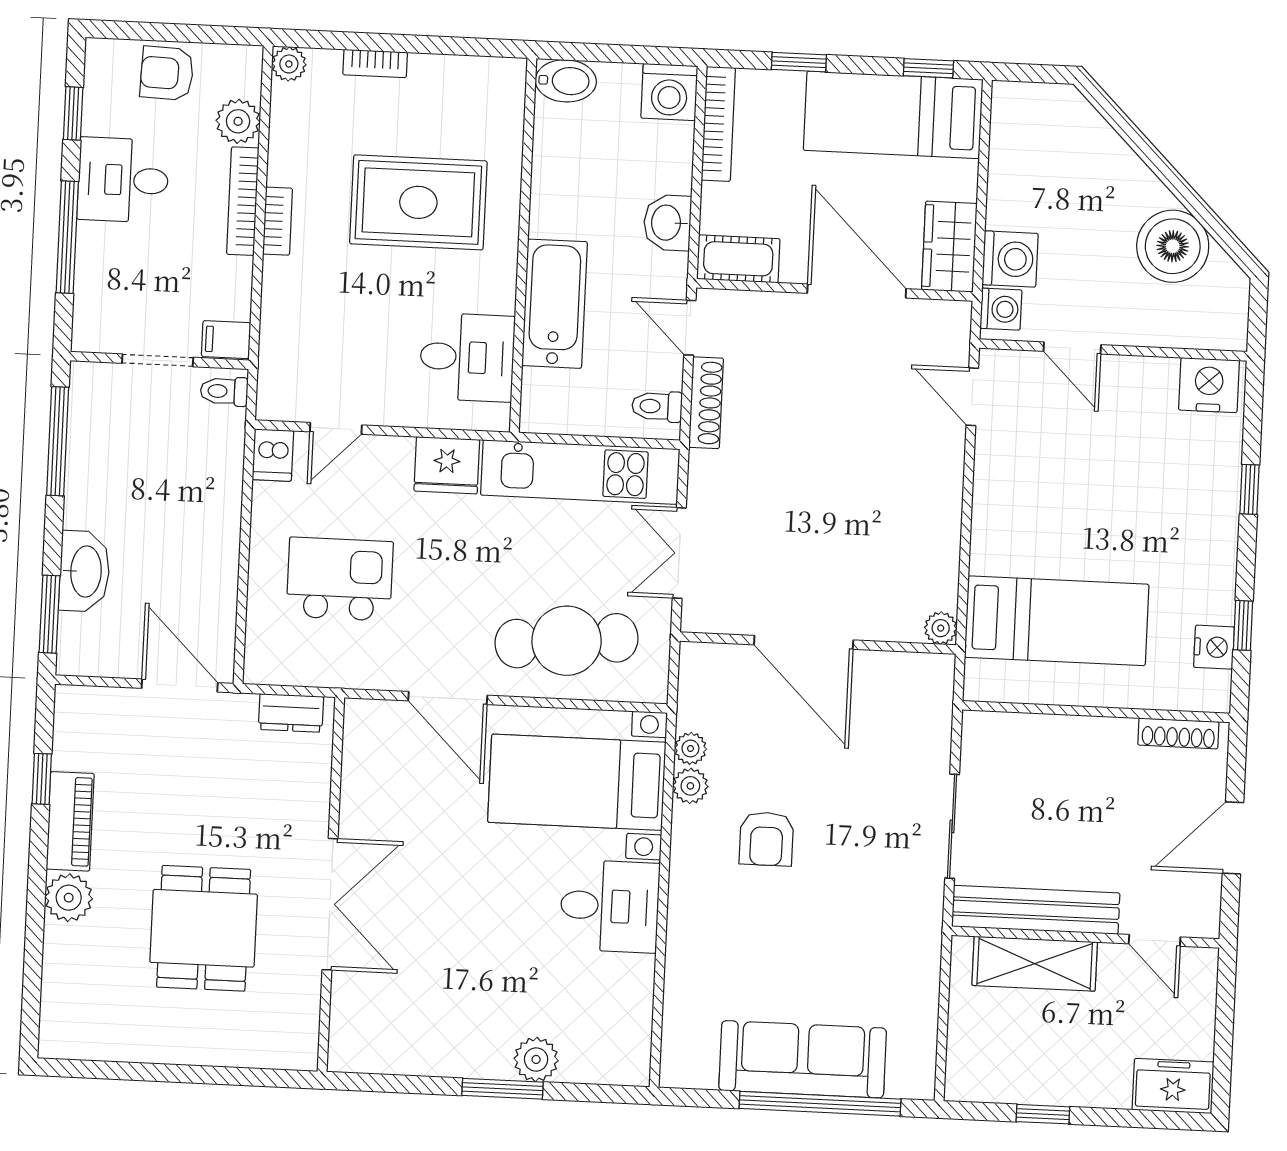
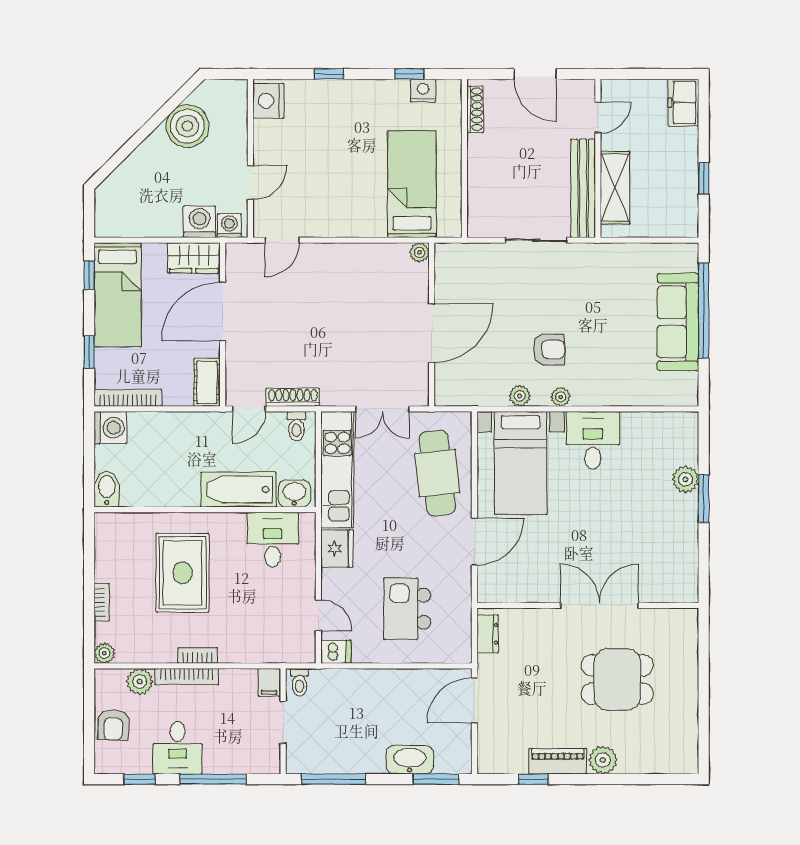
washbasin: (667, 223) -> (294, 493), moved, turned 180
plant: (690, 748) -> (561, 397), moved

